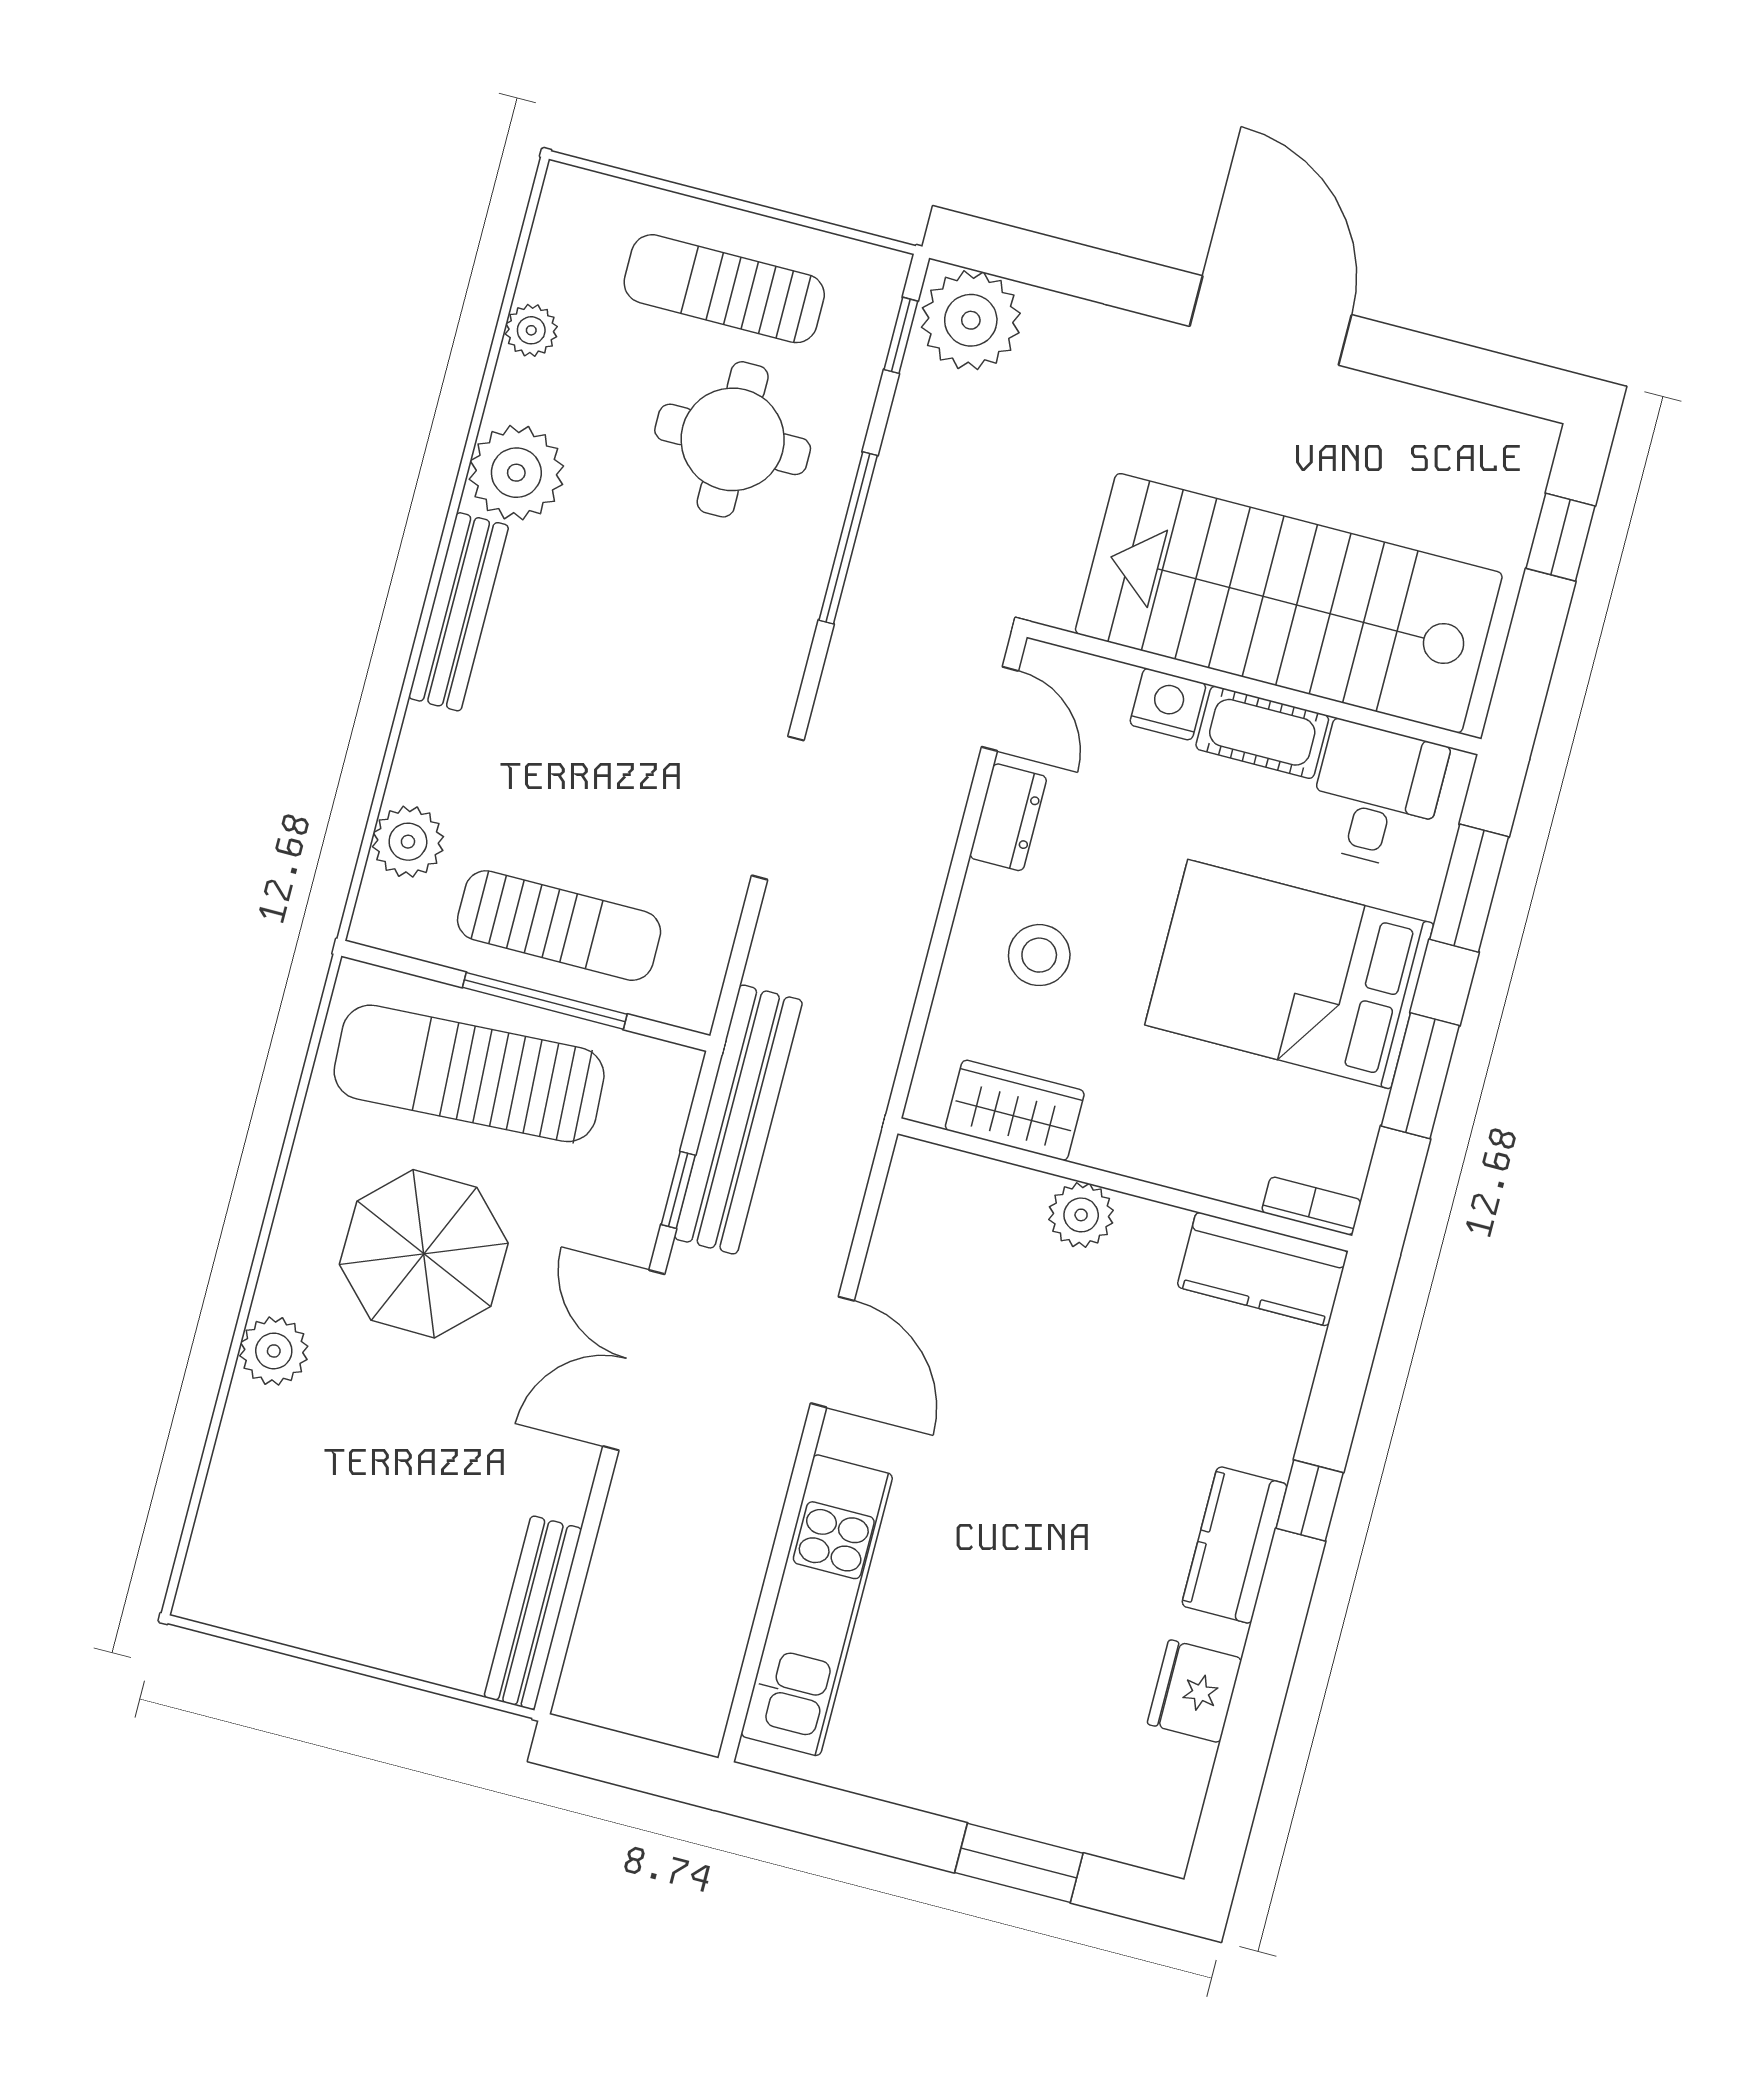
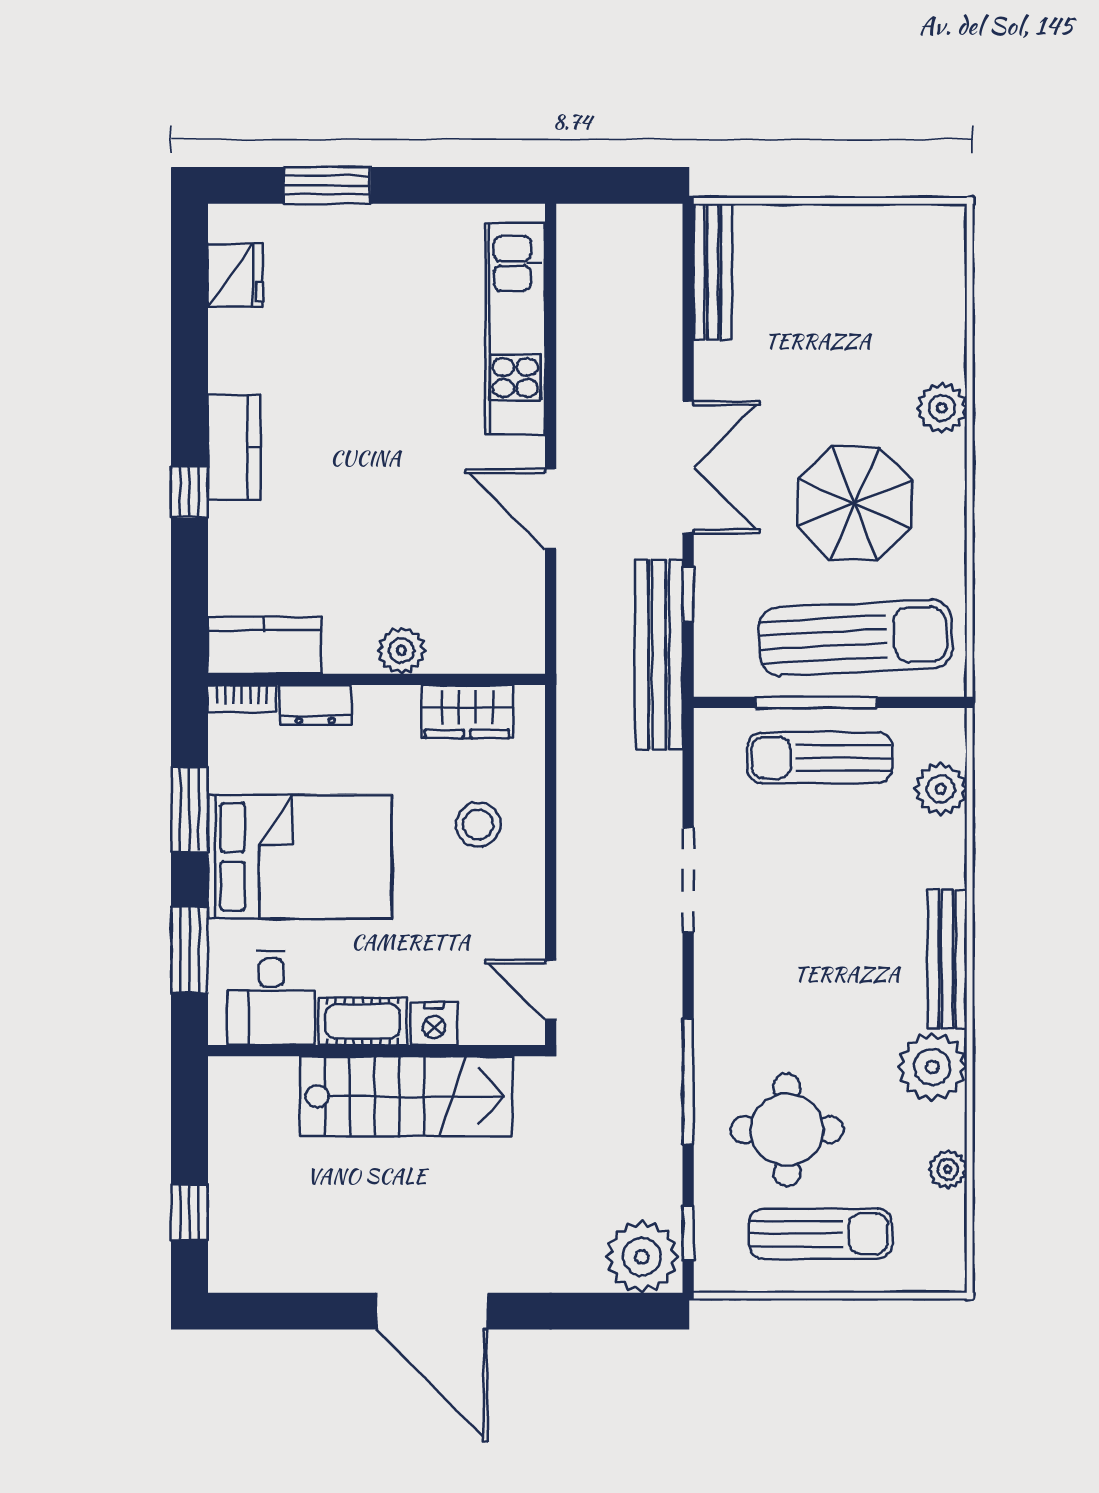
stairs: (1289, 603) -> (406, 1096), width x0.73, depth x0.66
dresser: (1008, 817) -> (315, 705), moved, turned -90
fridge: (1195, 1691) -> (235, 275), moved

